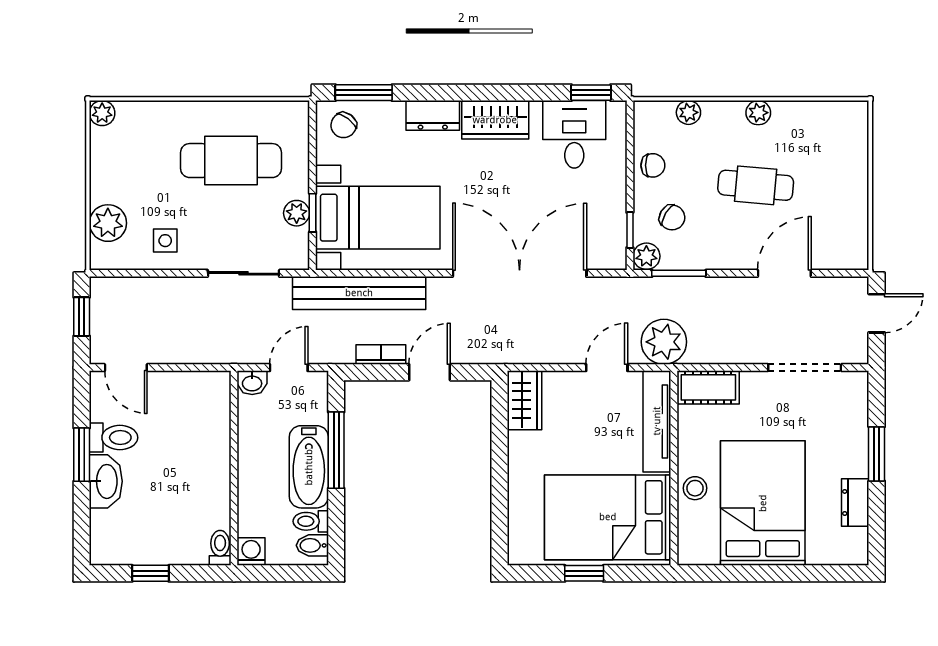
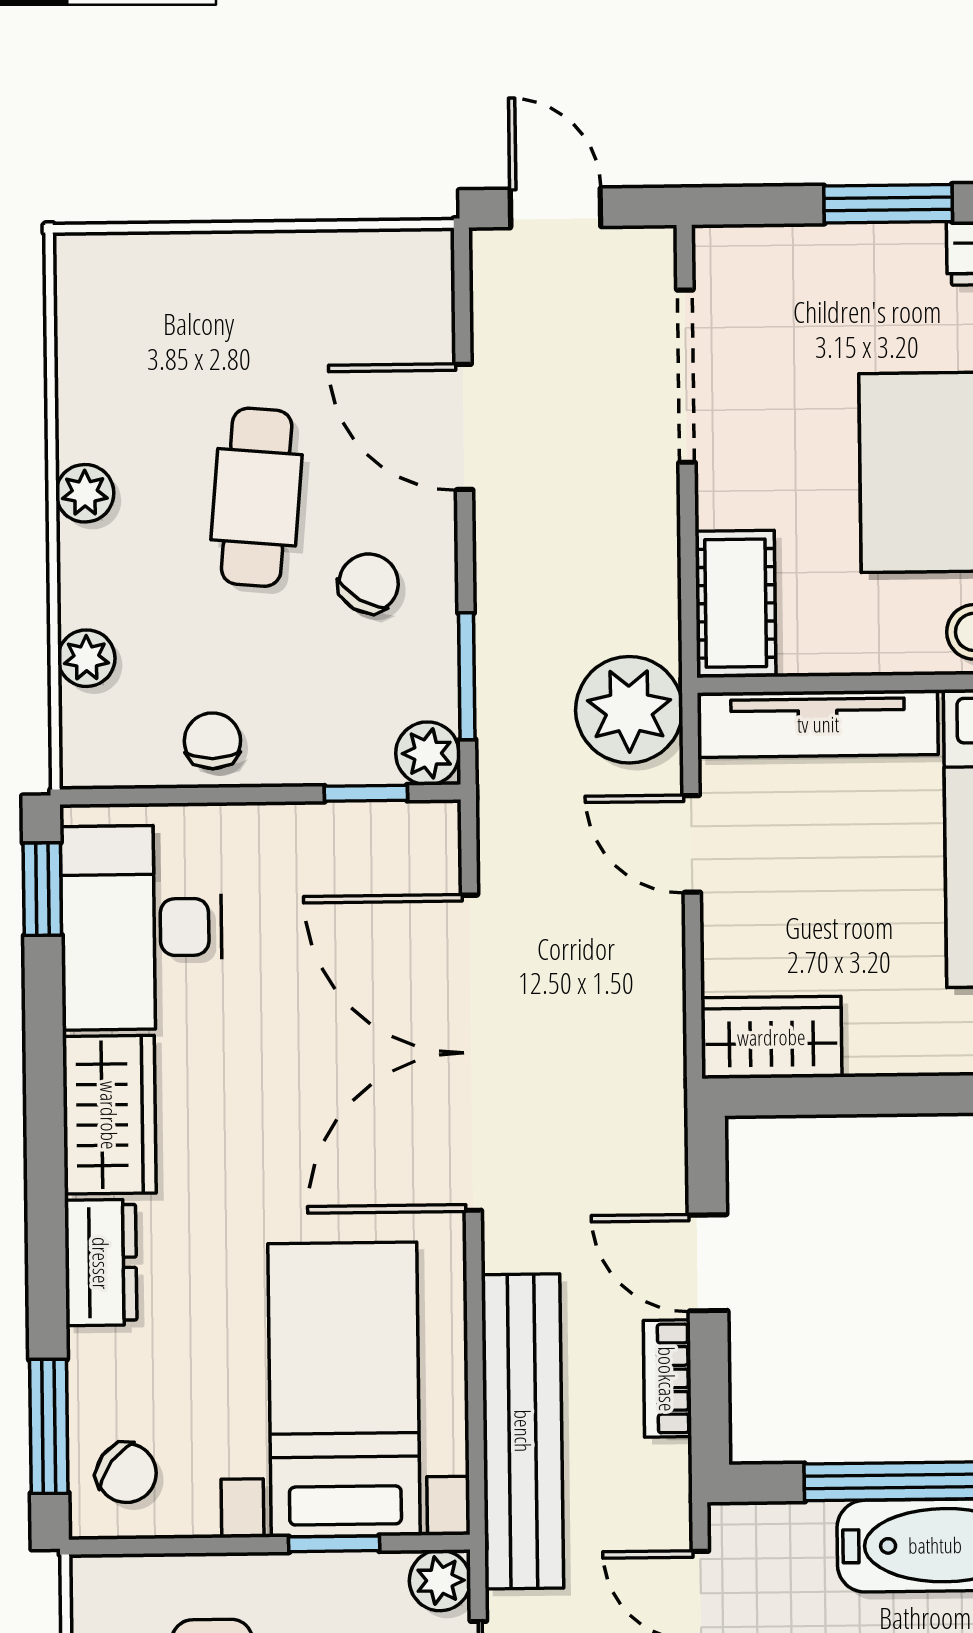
desk: (574, 134) -> (141, 928), width x1.37
plant: (297, 213) -> (440, 1580), moved
chair: (672, 218) -> (369, 583), moved

